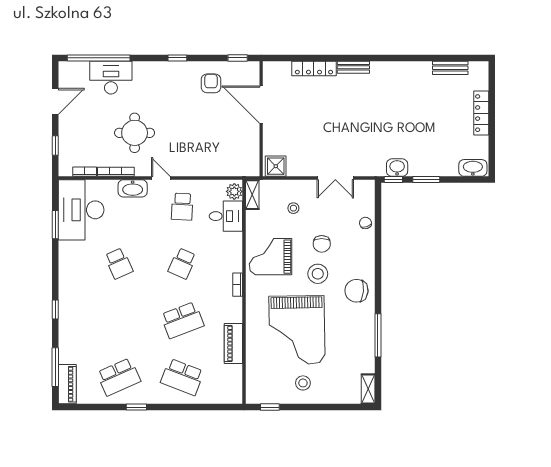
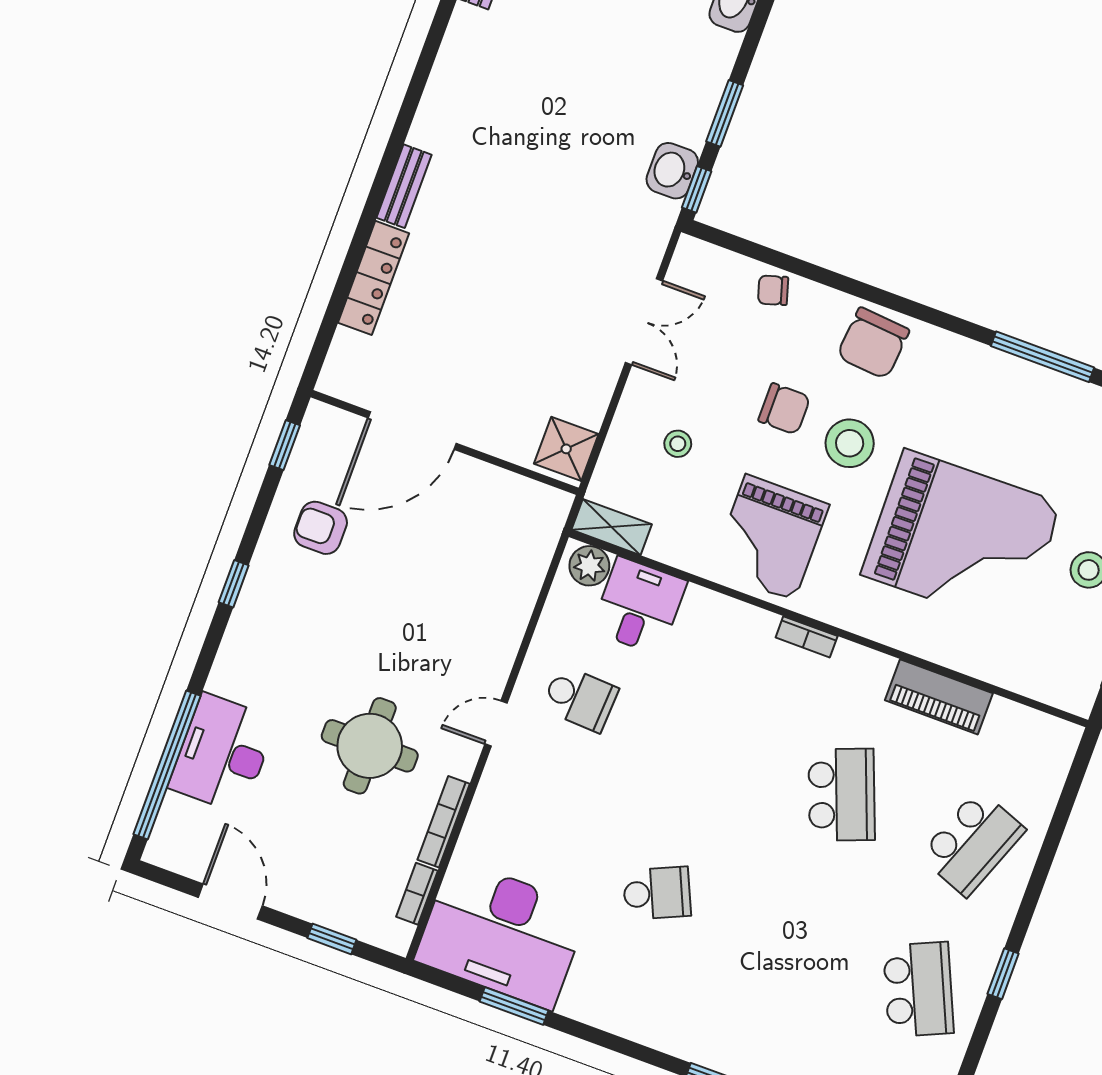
washbasin: (133, 188) -> (496, 797), removed
school desk: (182, 263) -> (711, 747), removed
chair: (356, 291) -> (873, 343), moved

